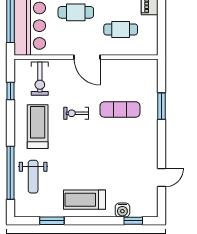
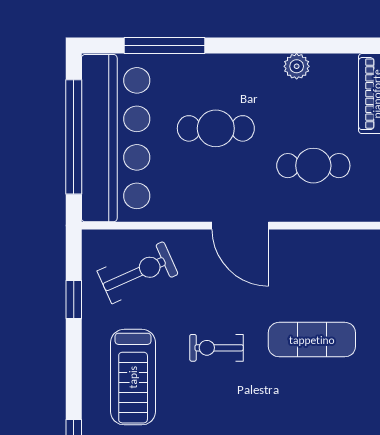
exercise bike: (40, 79) -> (138, 273), turned -114
treadmill: (38, 127) -> (133, 377), turned 180

